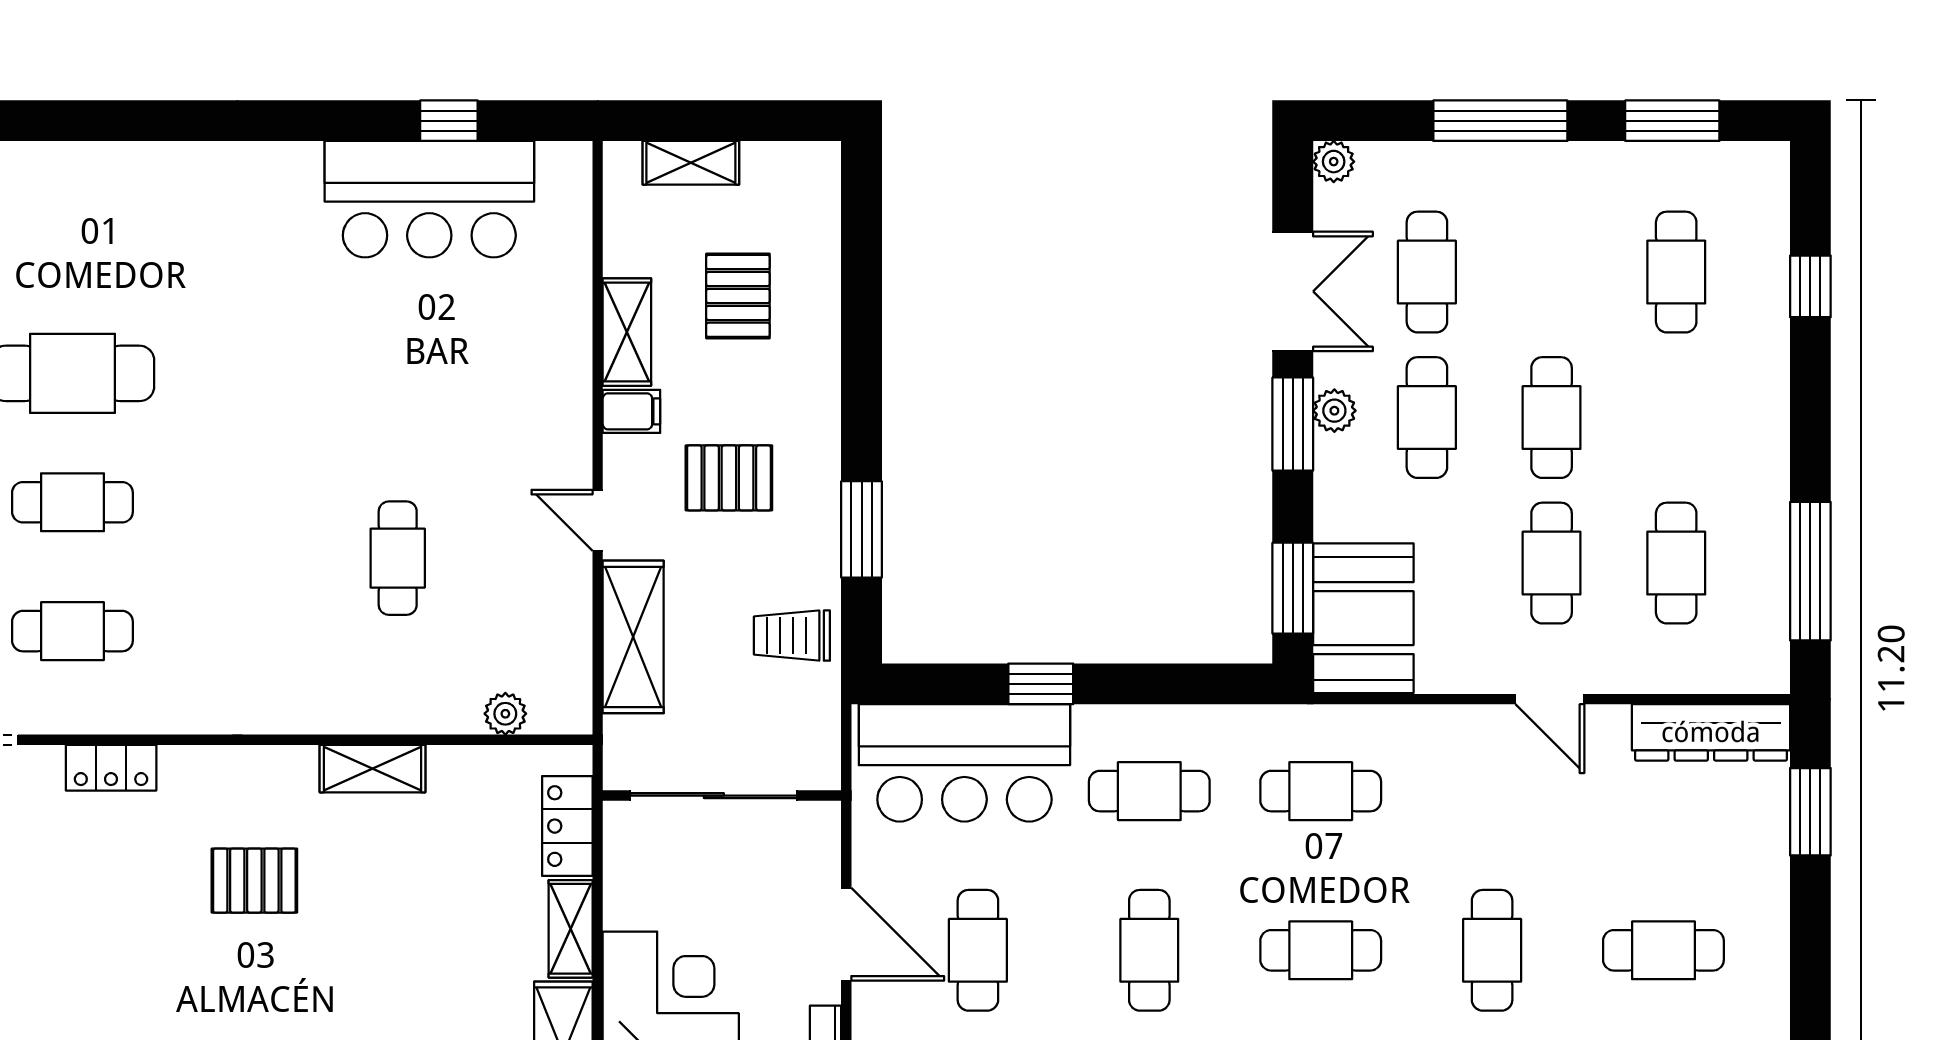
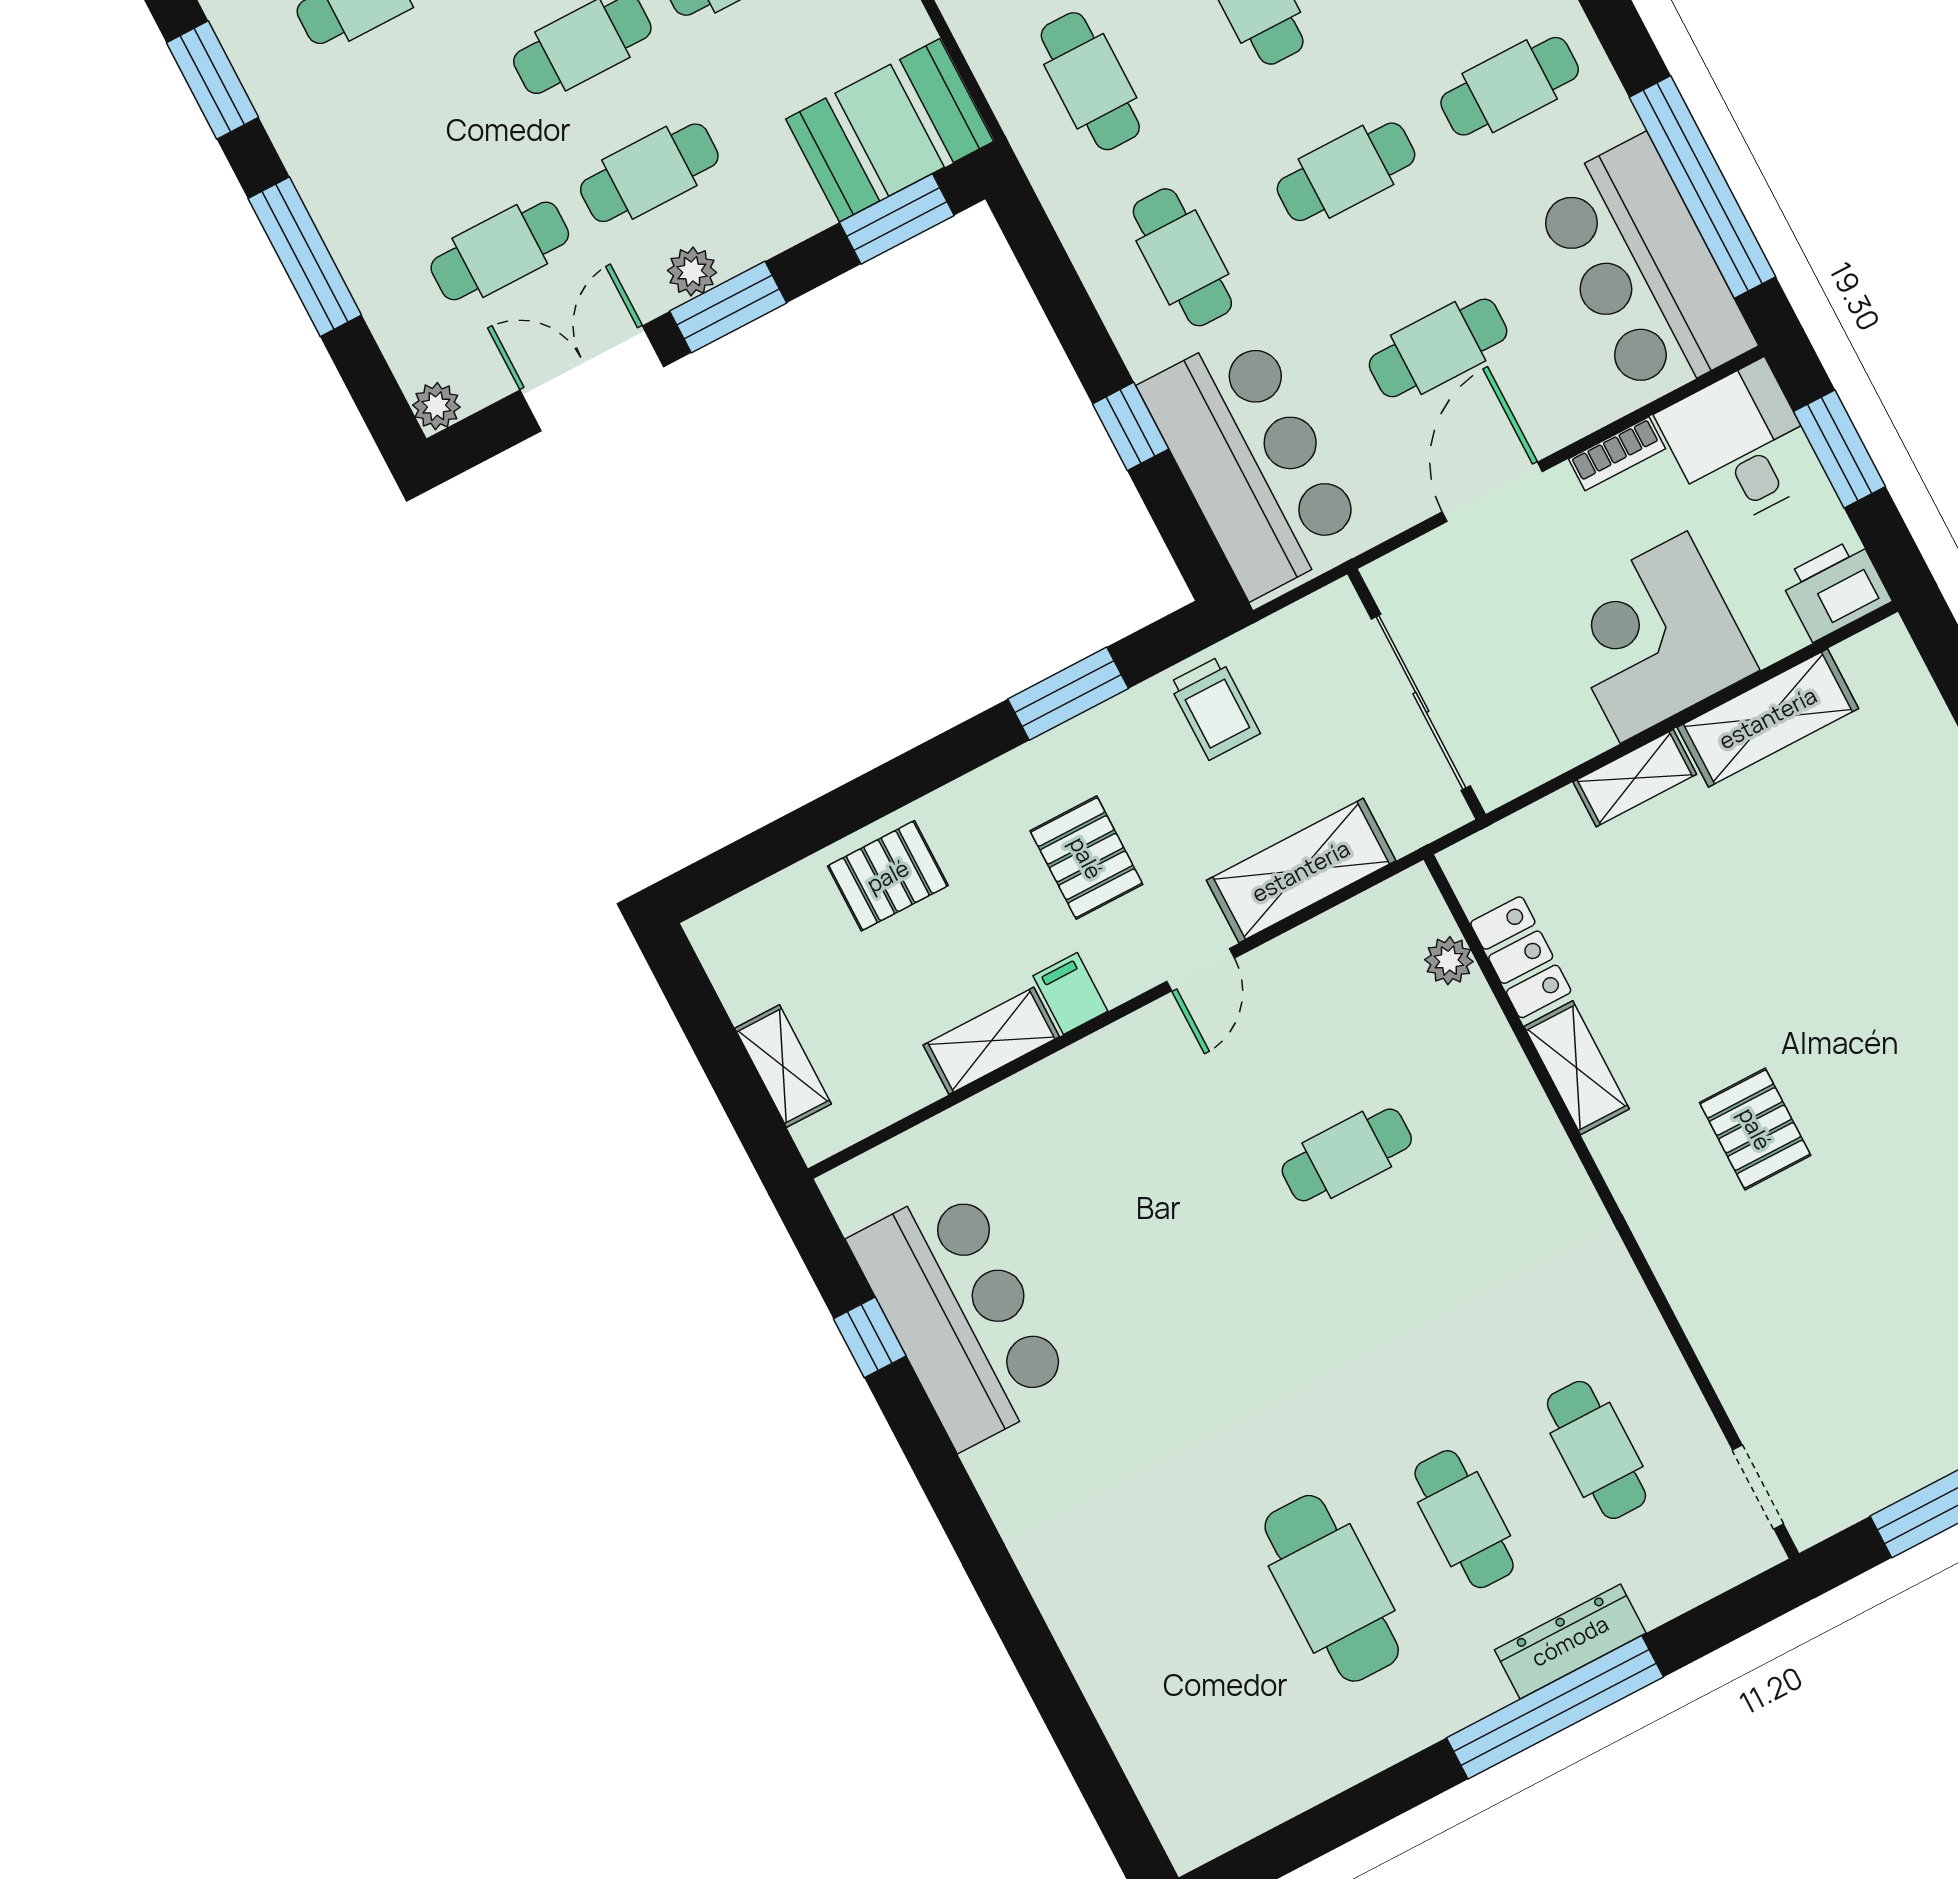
pallet: (738, 296) -> (888, 876), moved
locker: (111, 768) -> (1716, 1337), removed
locker: (567, 826) -> (1521, 957), moved, turned -90

